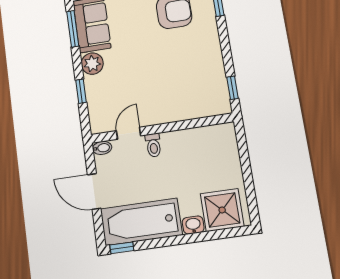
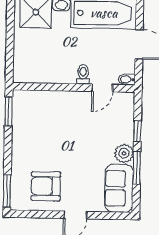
window: (73, 29) -> (137, 168), moved
window: (232, 88) -> (9, 111), width x1.50

